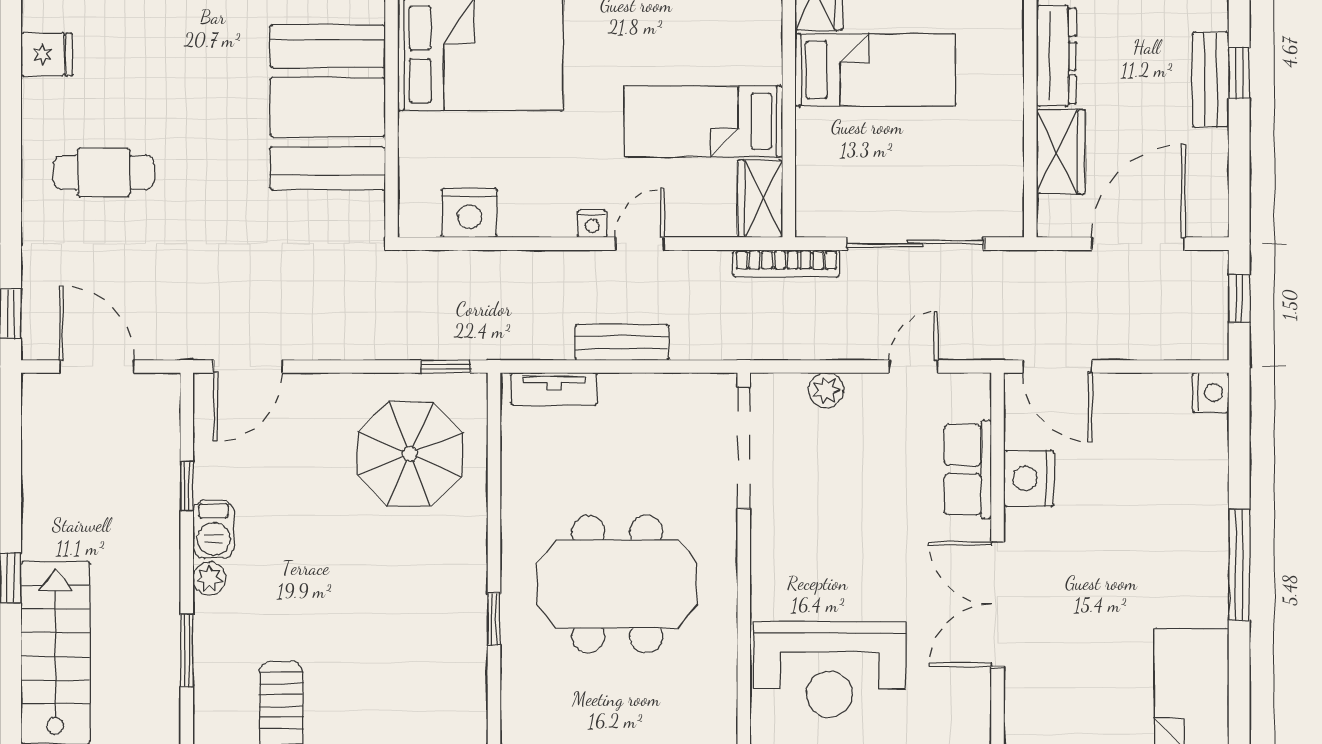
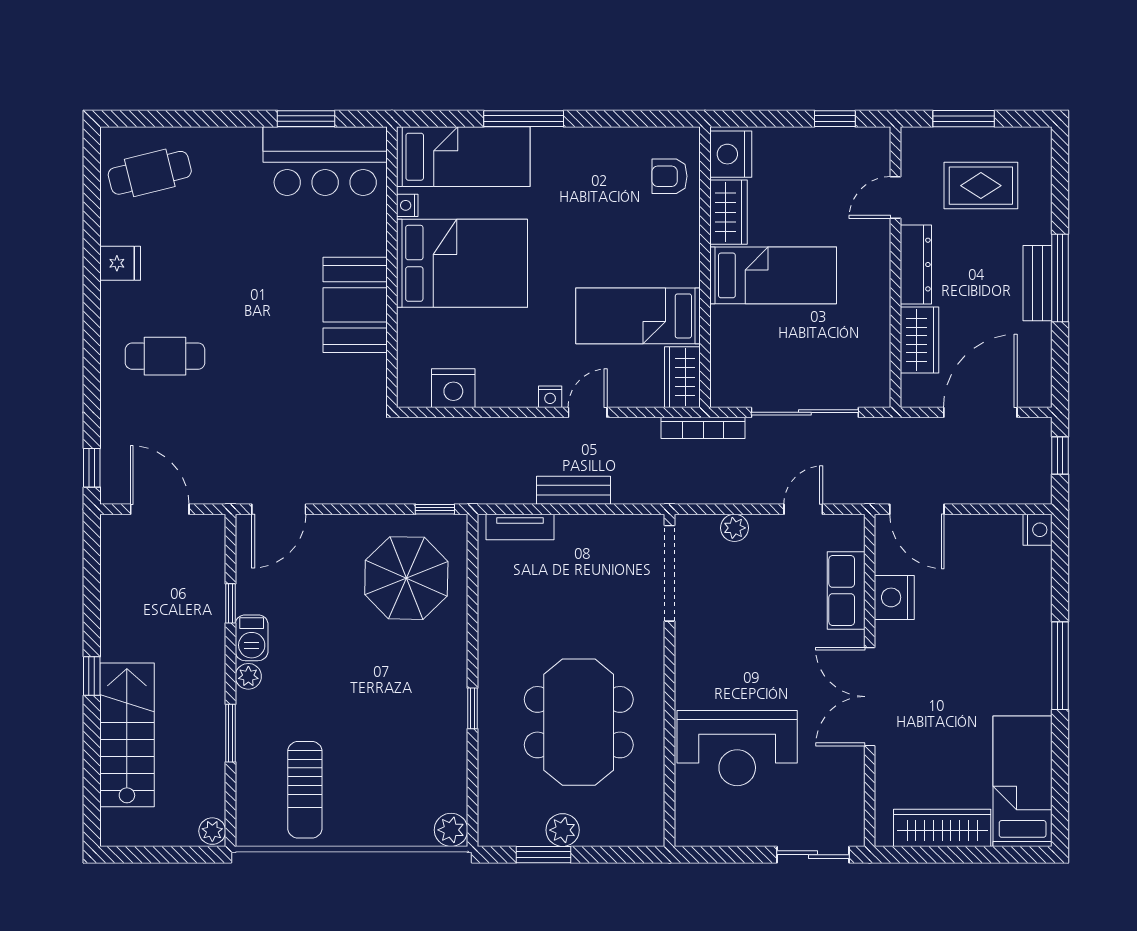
window: (1239, 73) -> (1060, 278), width x2.17
booth: (328, 107) -> (355, 305), width x0.73, depth x0.70
meeting table: (617, 584) -> (579, 722), moved, turned 90

